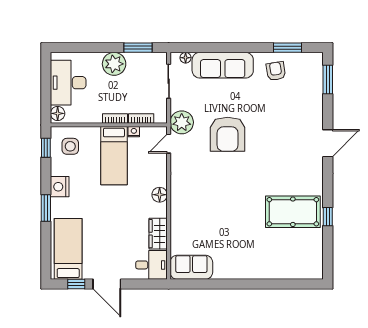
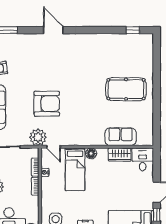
bed: (114, 156) -> (75, 169), moved, turned 90
pool table: (293, 212) -> (126, 89), moved, turned 90
window: (328, 217) -> (133, 30), moved
sofa: (191, 267) -> (121, 137), moved, turned 90

